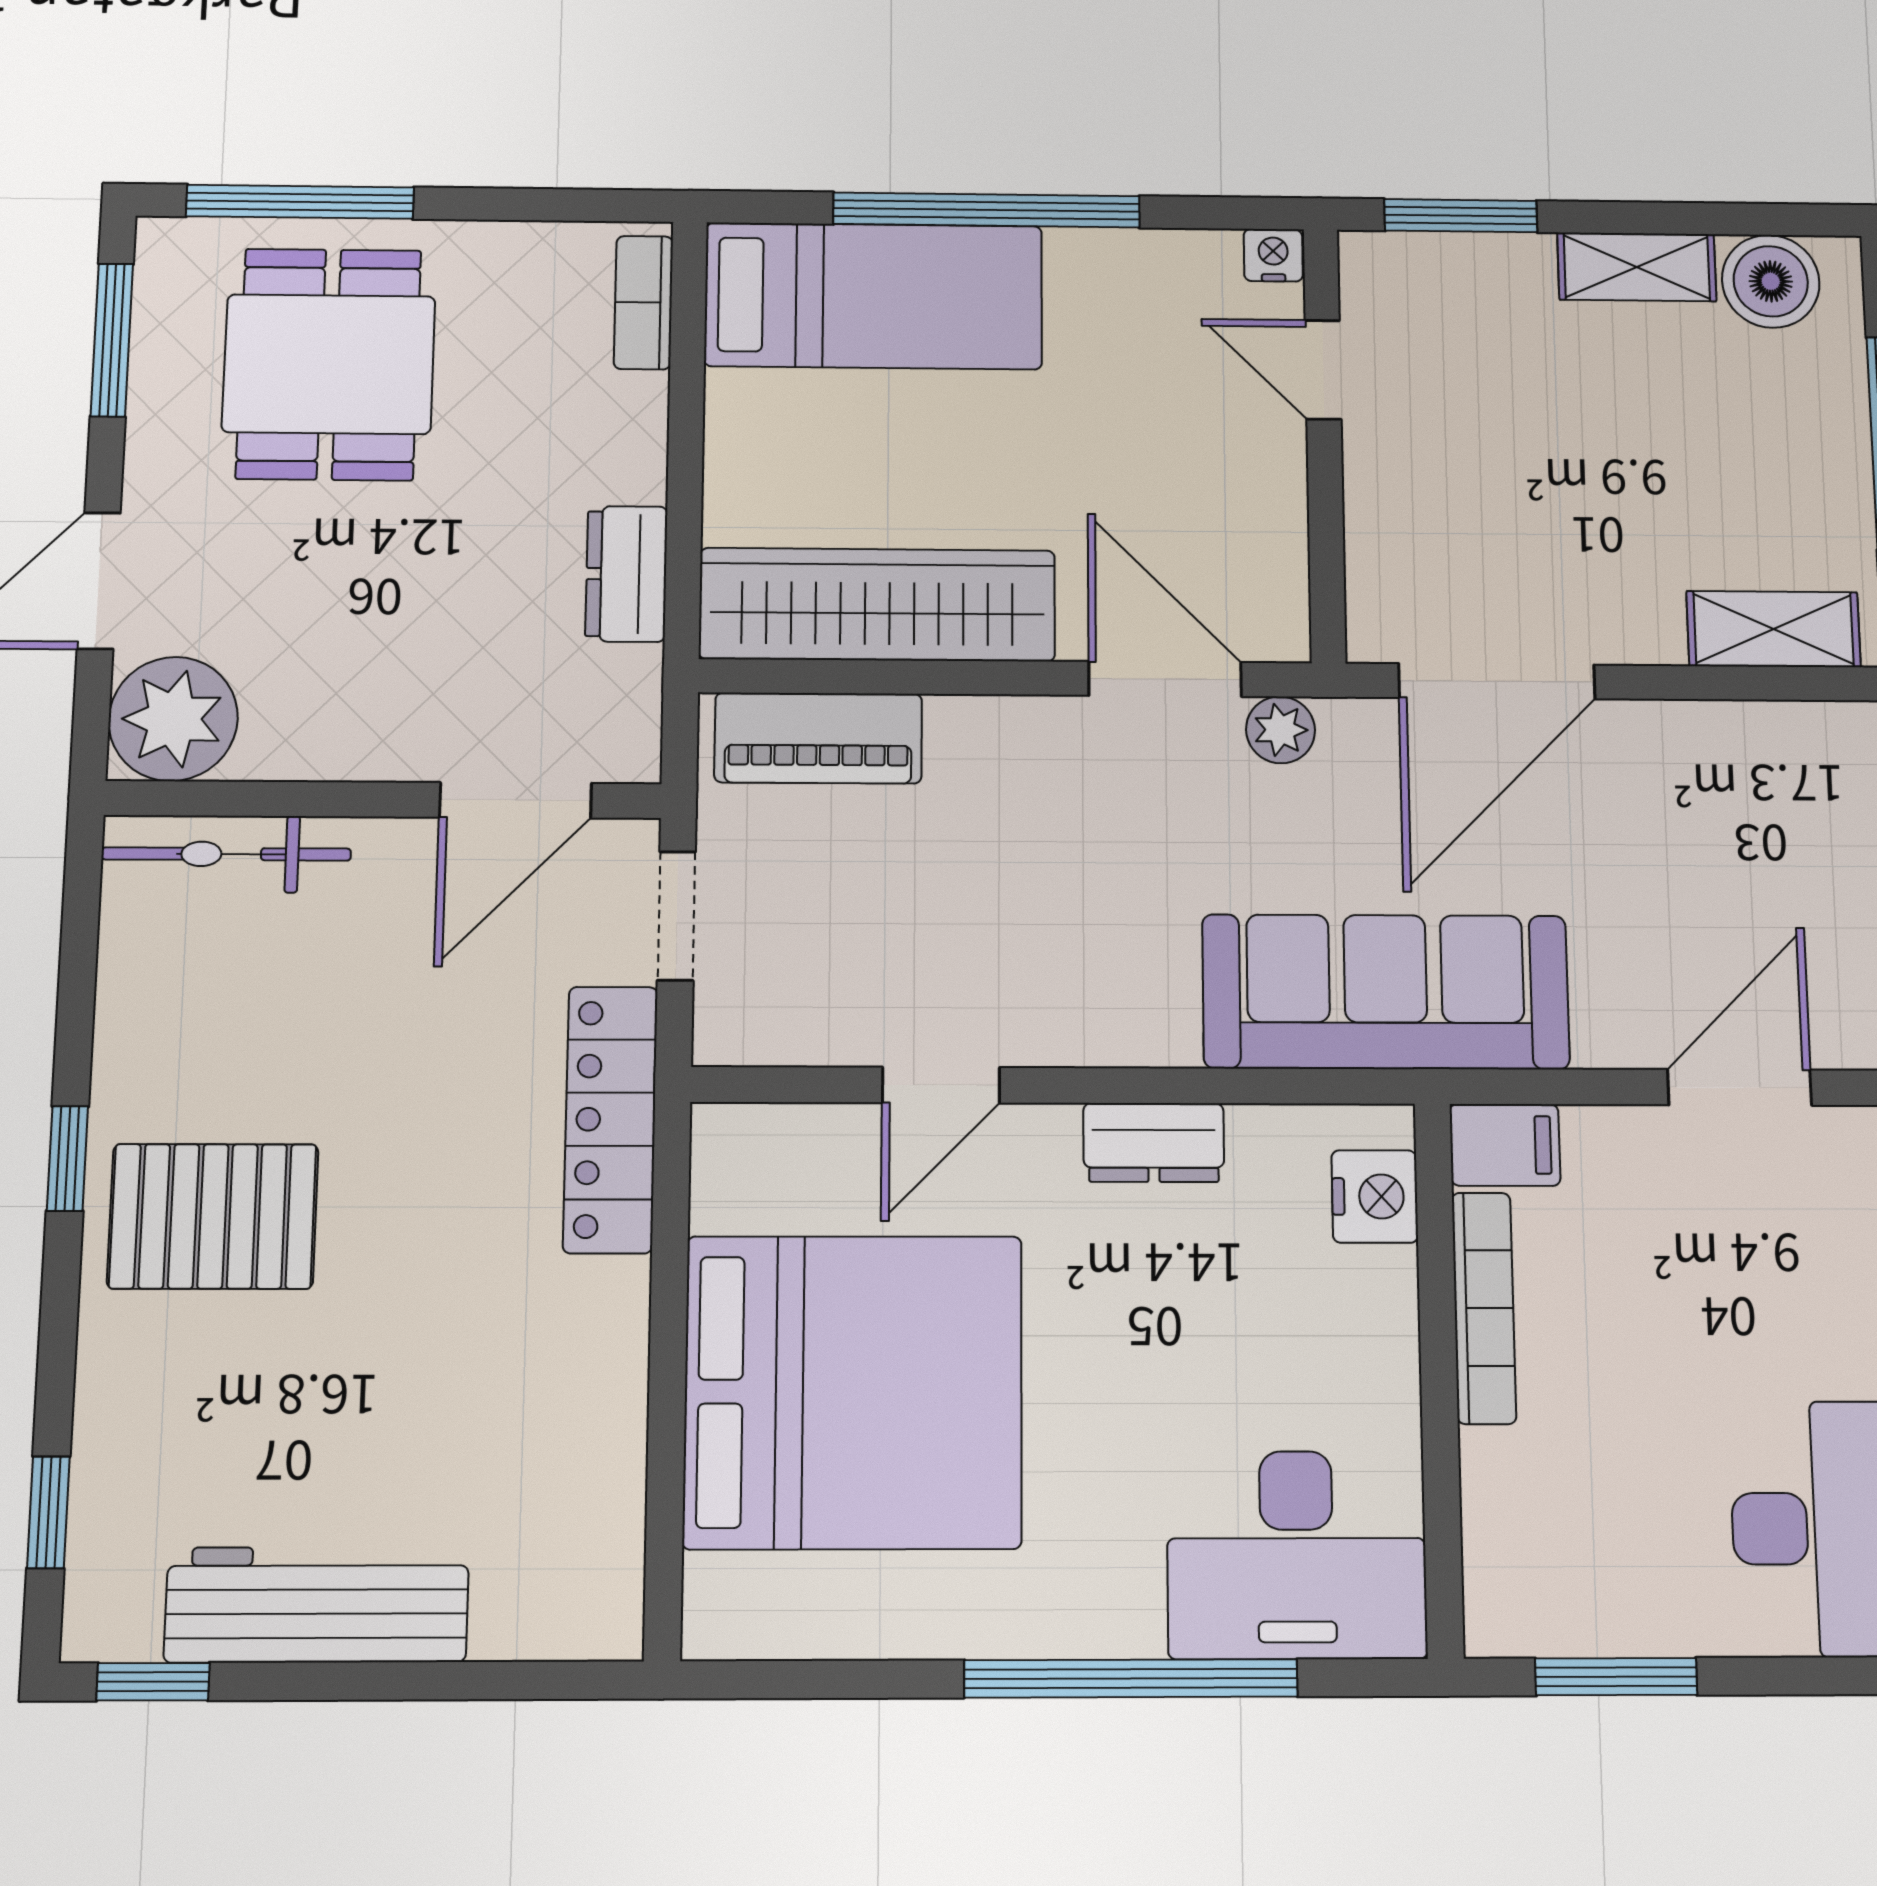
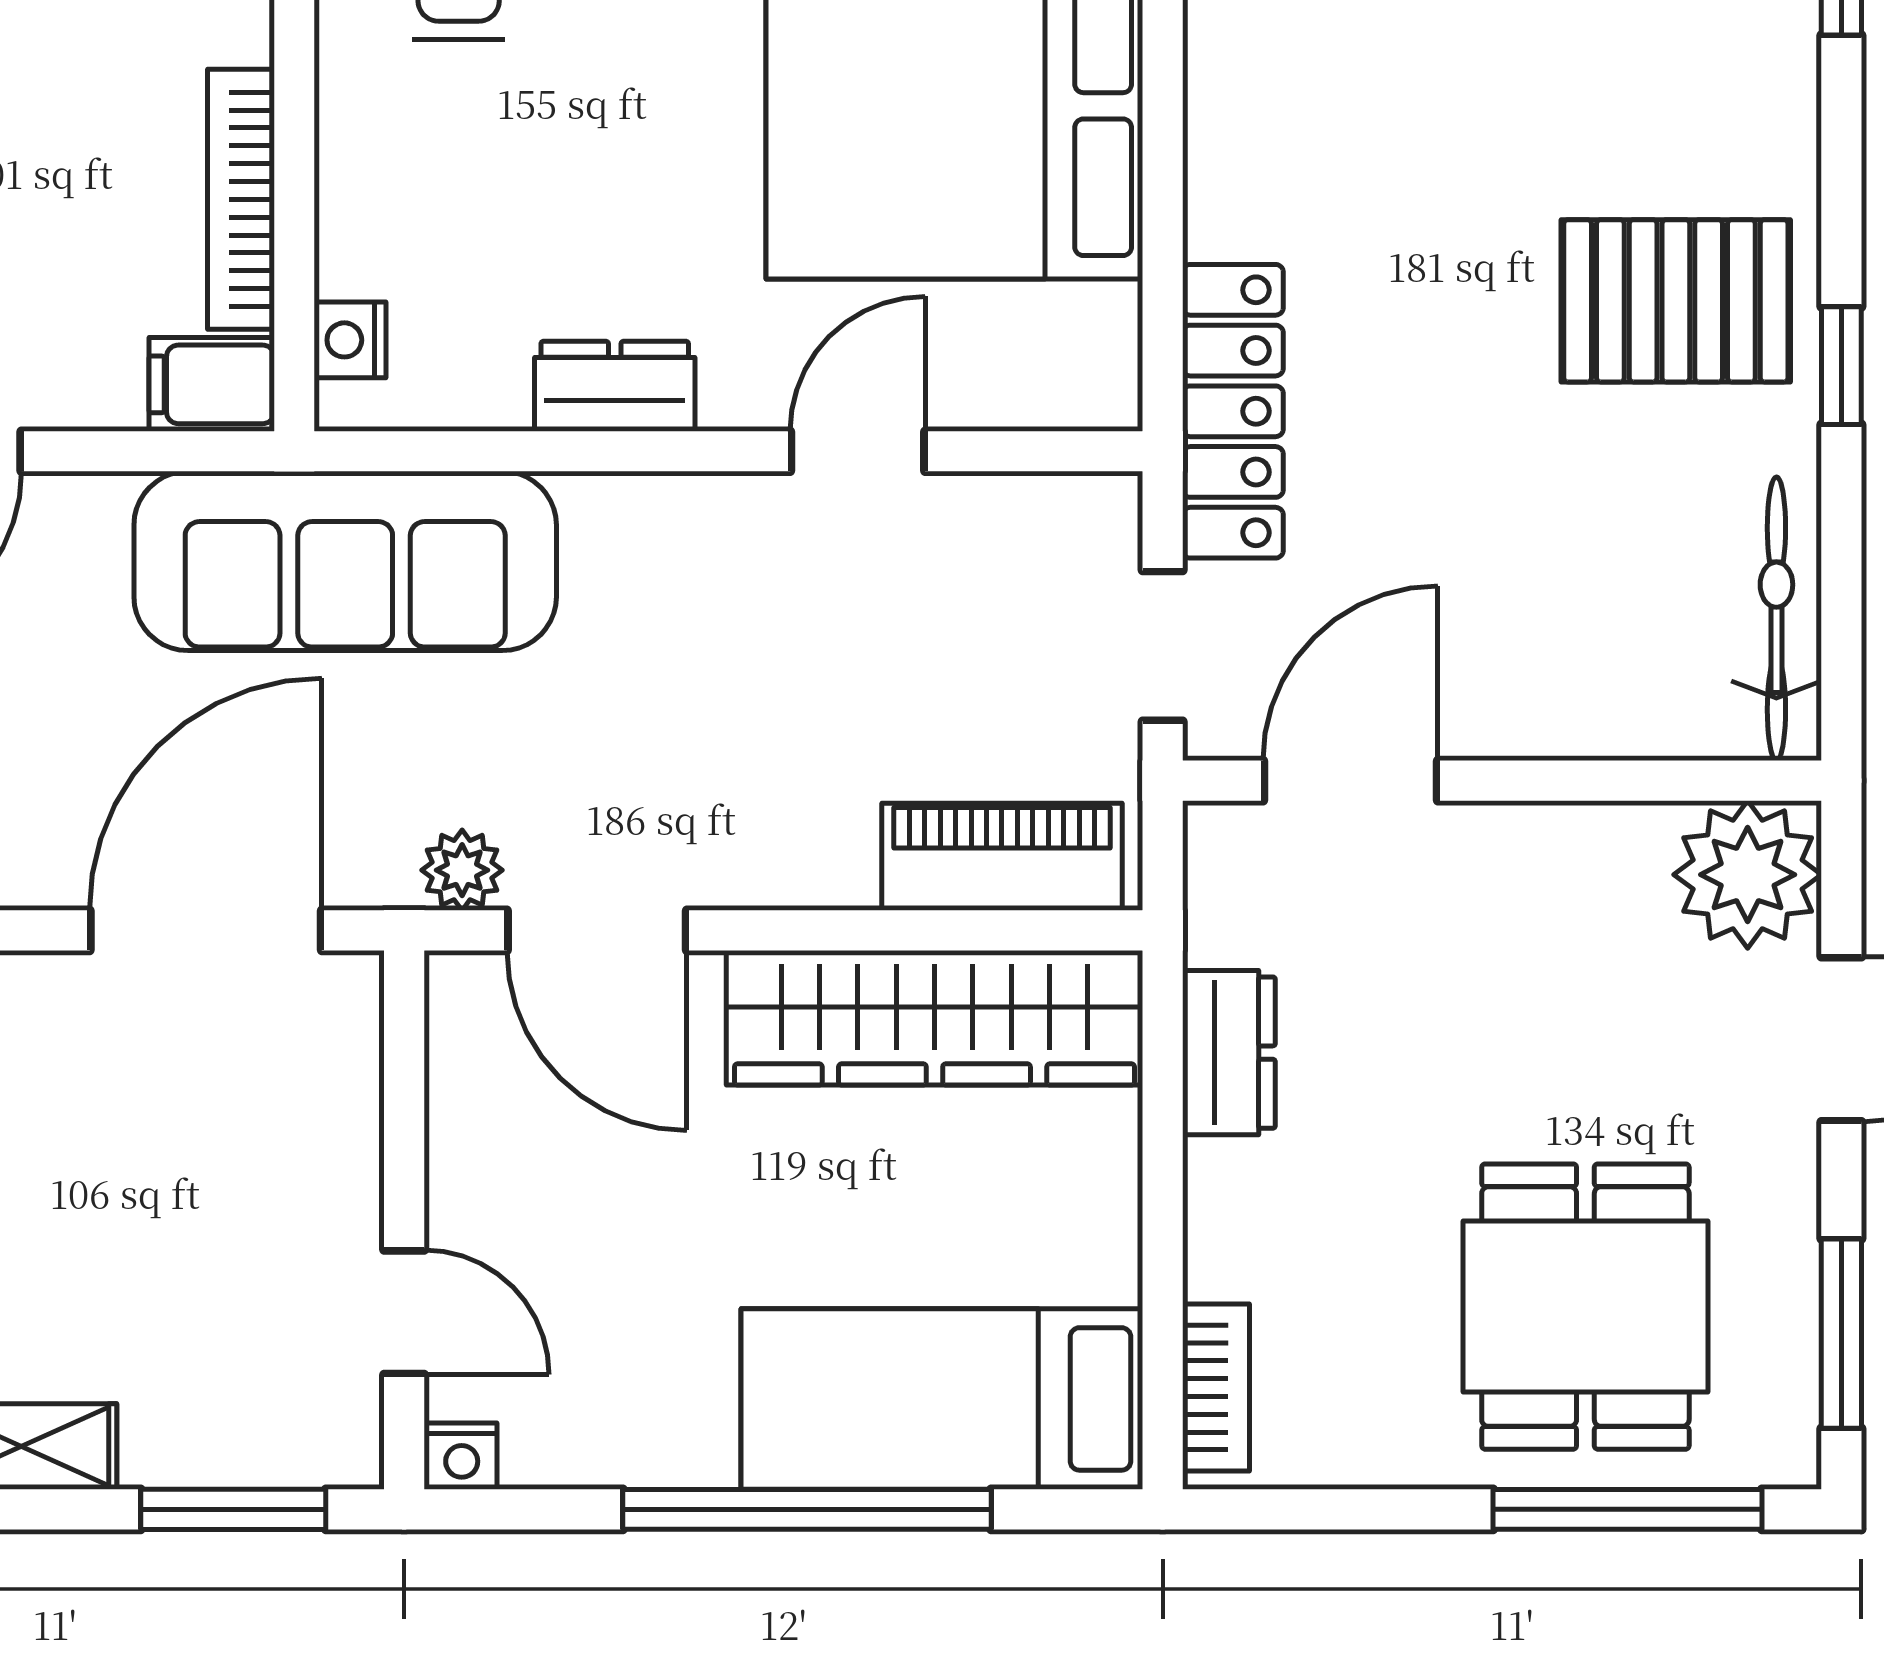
bicycle: (226, 854) -> (1776, 619), moved, turned -90
nightstand: (1375, 1196) -> (350, 340), width x0.72, depth x0.74

